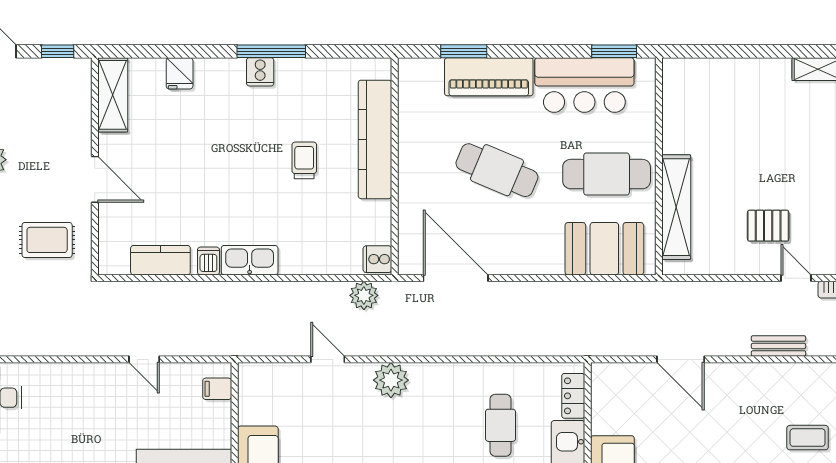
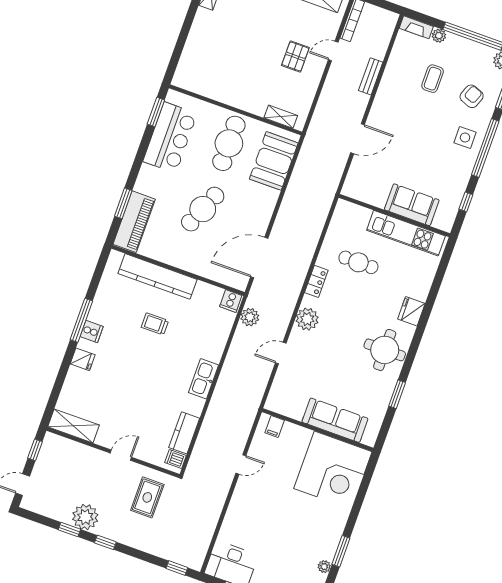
fridge: (180, 73) -> (83, 359), moved
piano: (489, 77) -> (134, 222), moved
door: (95, 179) -> (121, 455), width x0.73
shelving: (676, 207) -> (281, 117), width x0.45, depth x0.75
dishwasher: (208, 261) -> (175, 459), moved
locker: (573, 396) -> (316, 281), moved, turned -90

